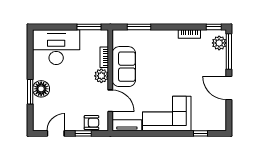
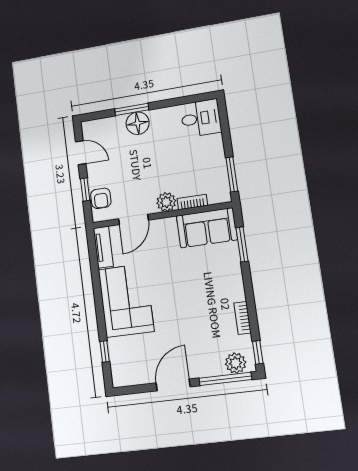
desk: (56, 47) -> (201, 118), width x0.53, depth x0.77
sofa: (124, 67) -> (207, 228), moved

